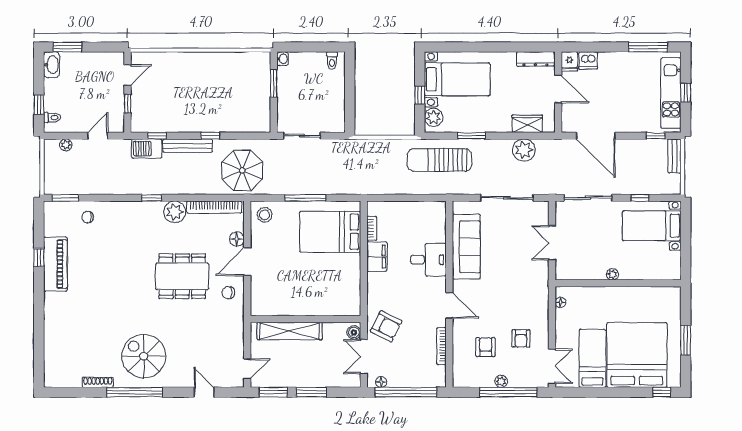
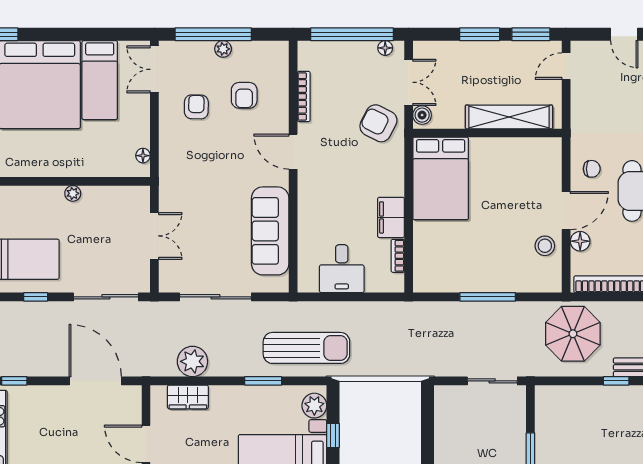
stool: (265, 215) -> (545, 246), moved
bed: (330, 232) -> (441, 178), moved, turned 90
desk: (428, 260) -> (342, 269), moved, turned -90

